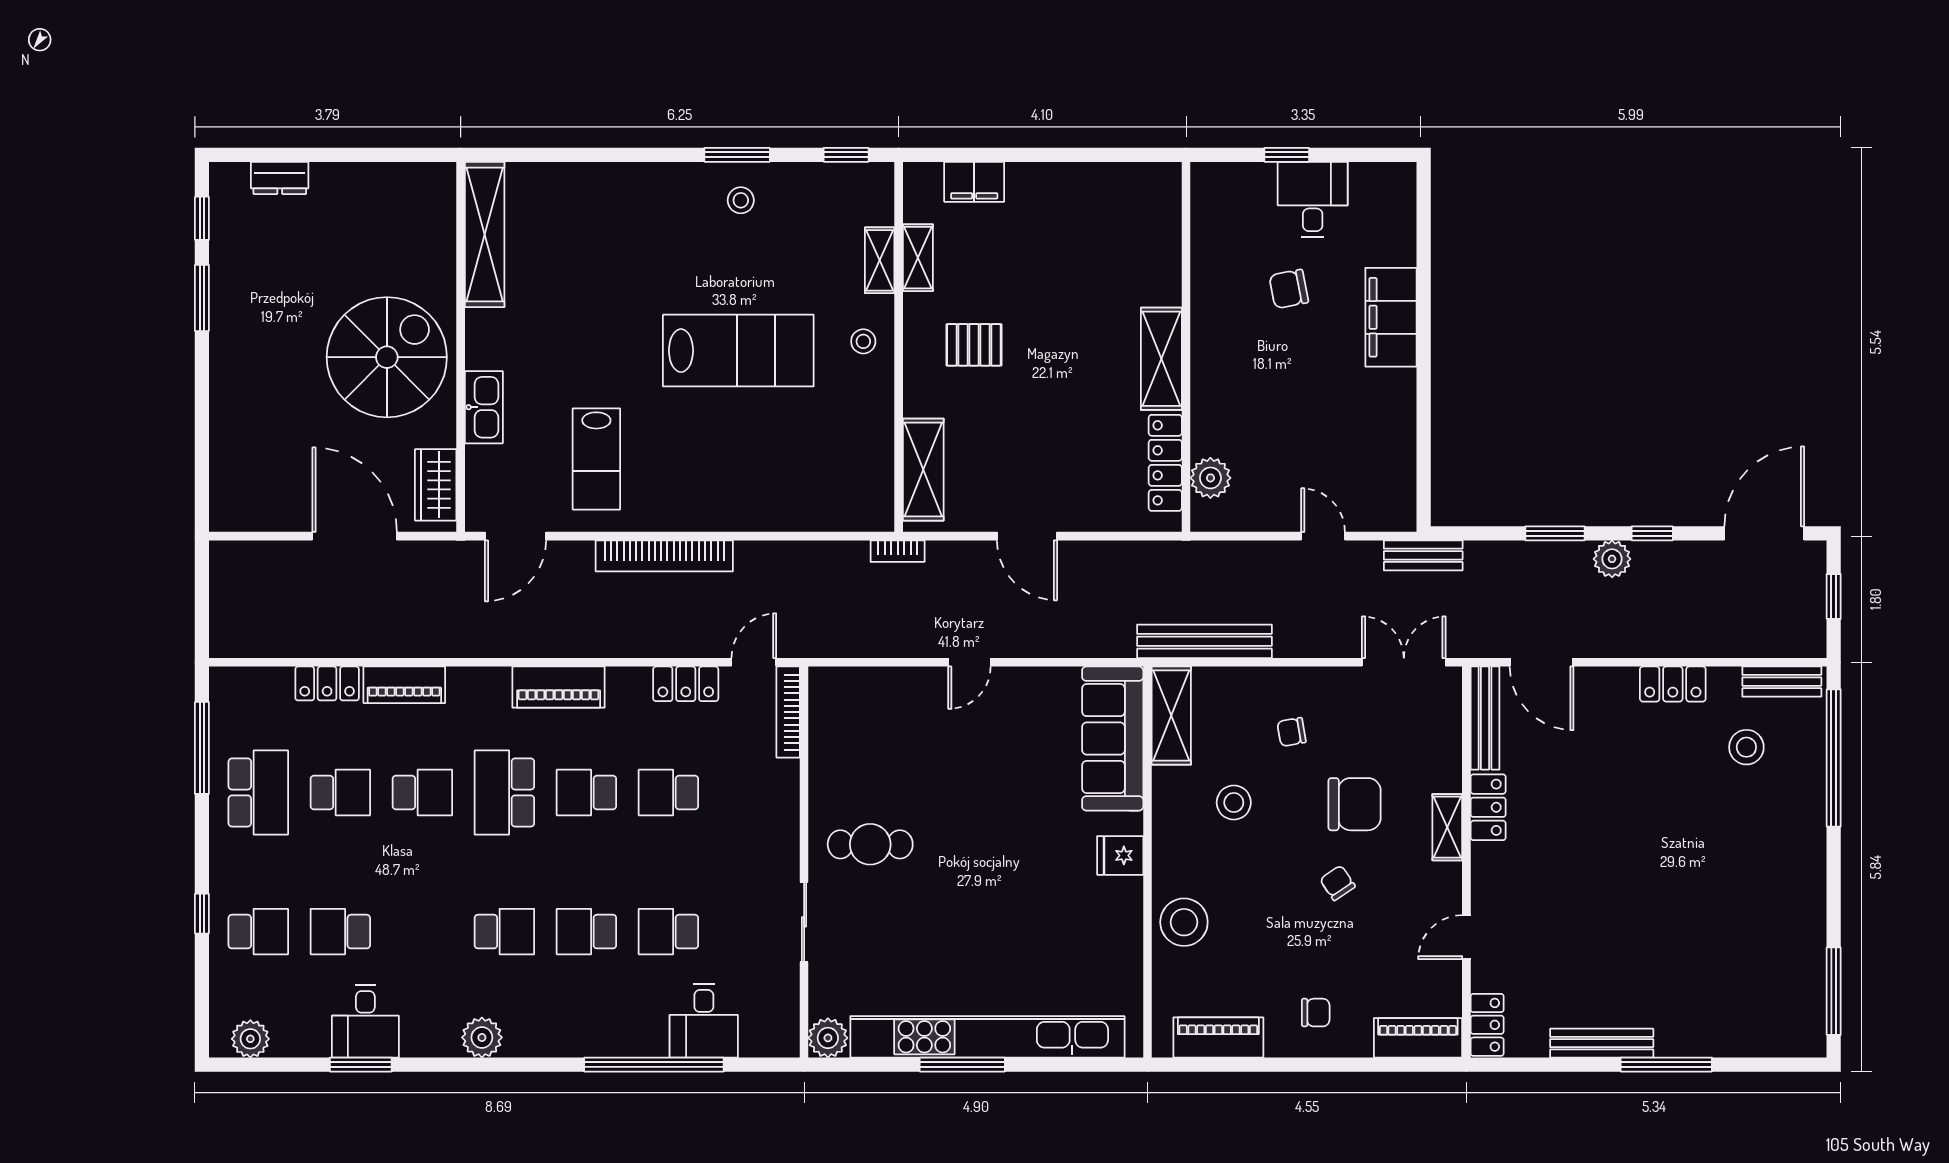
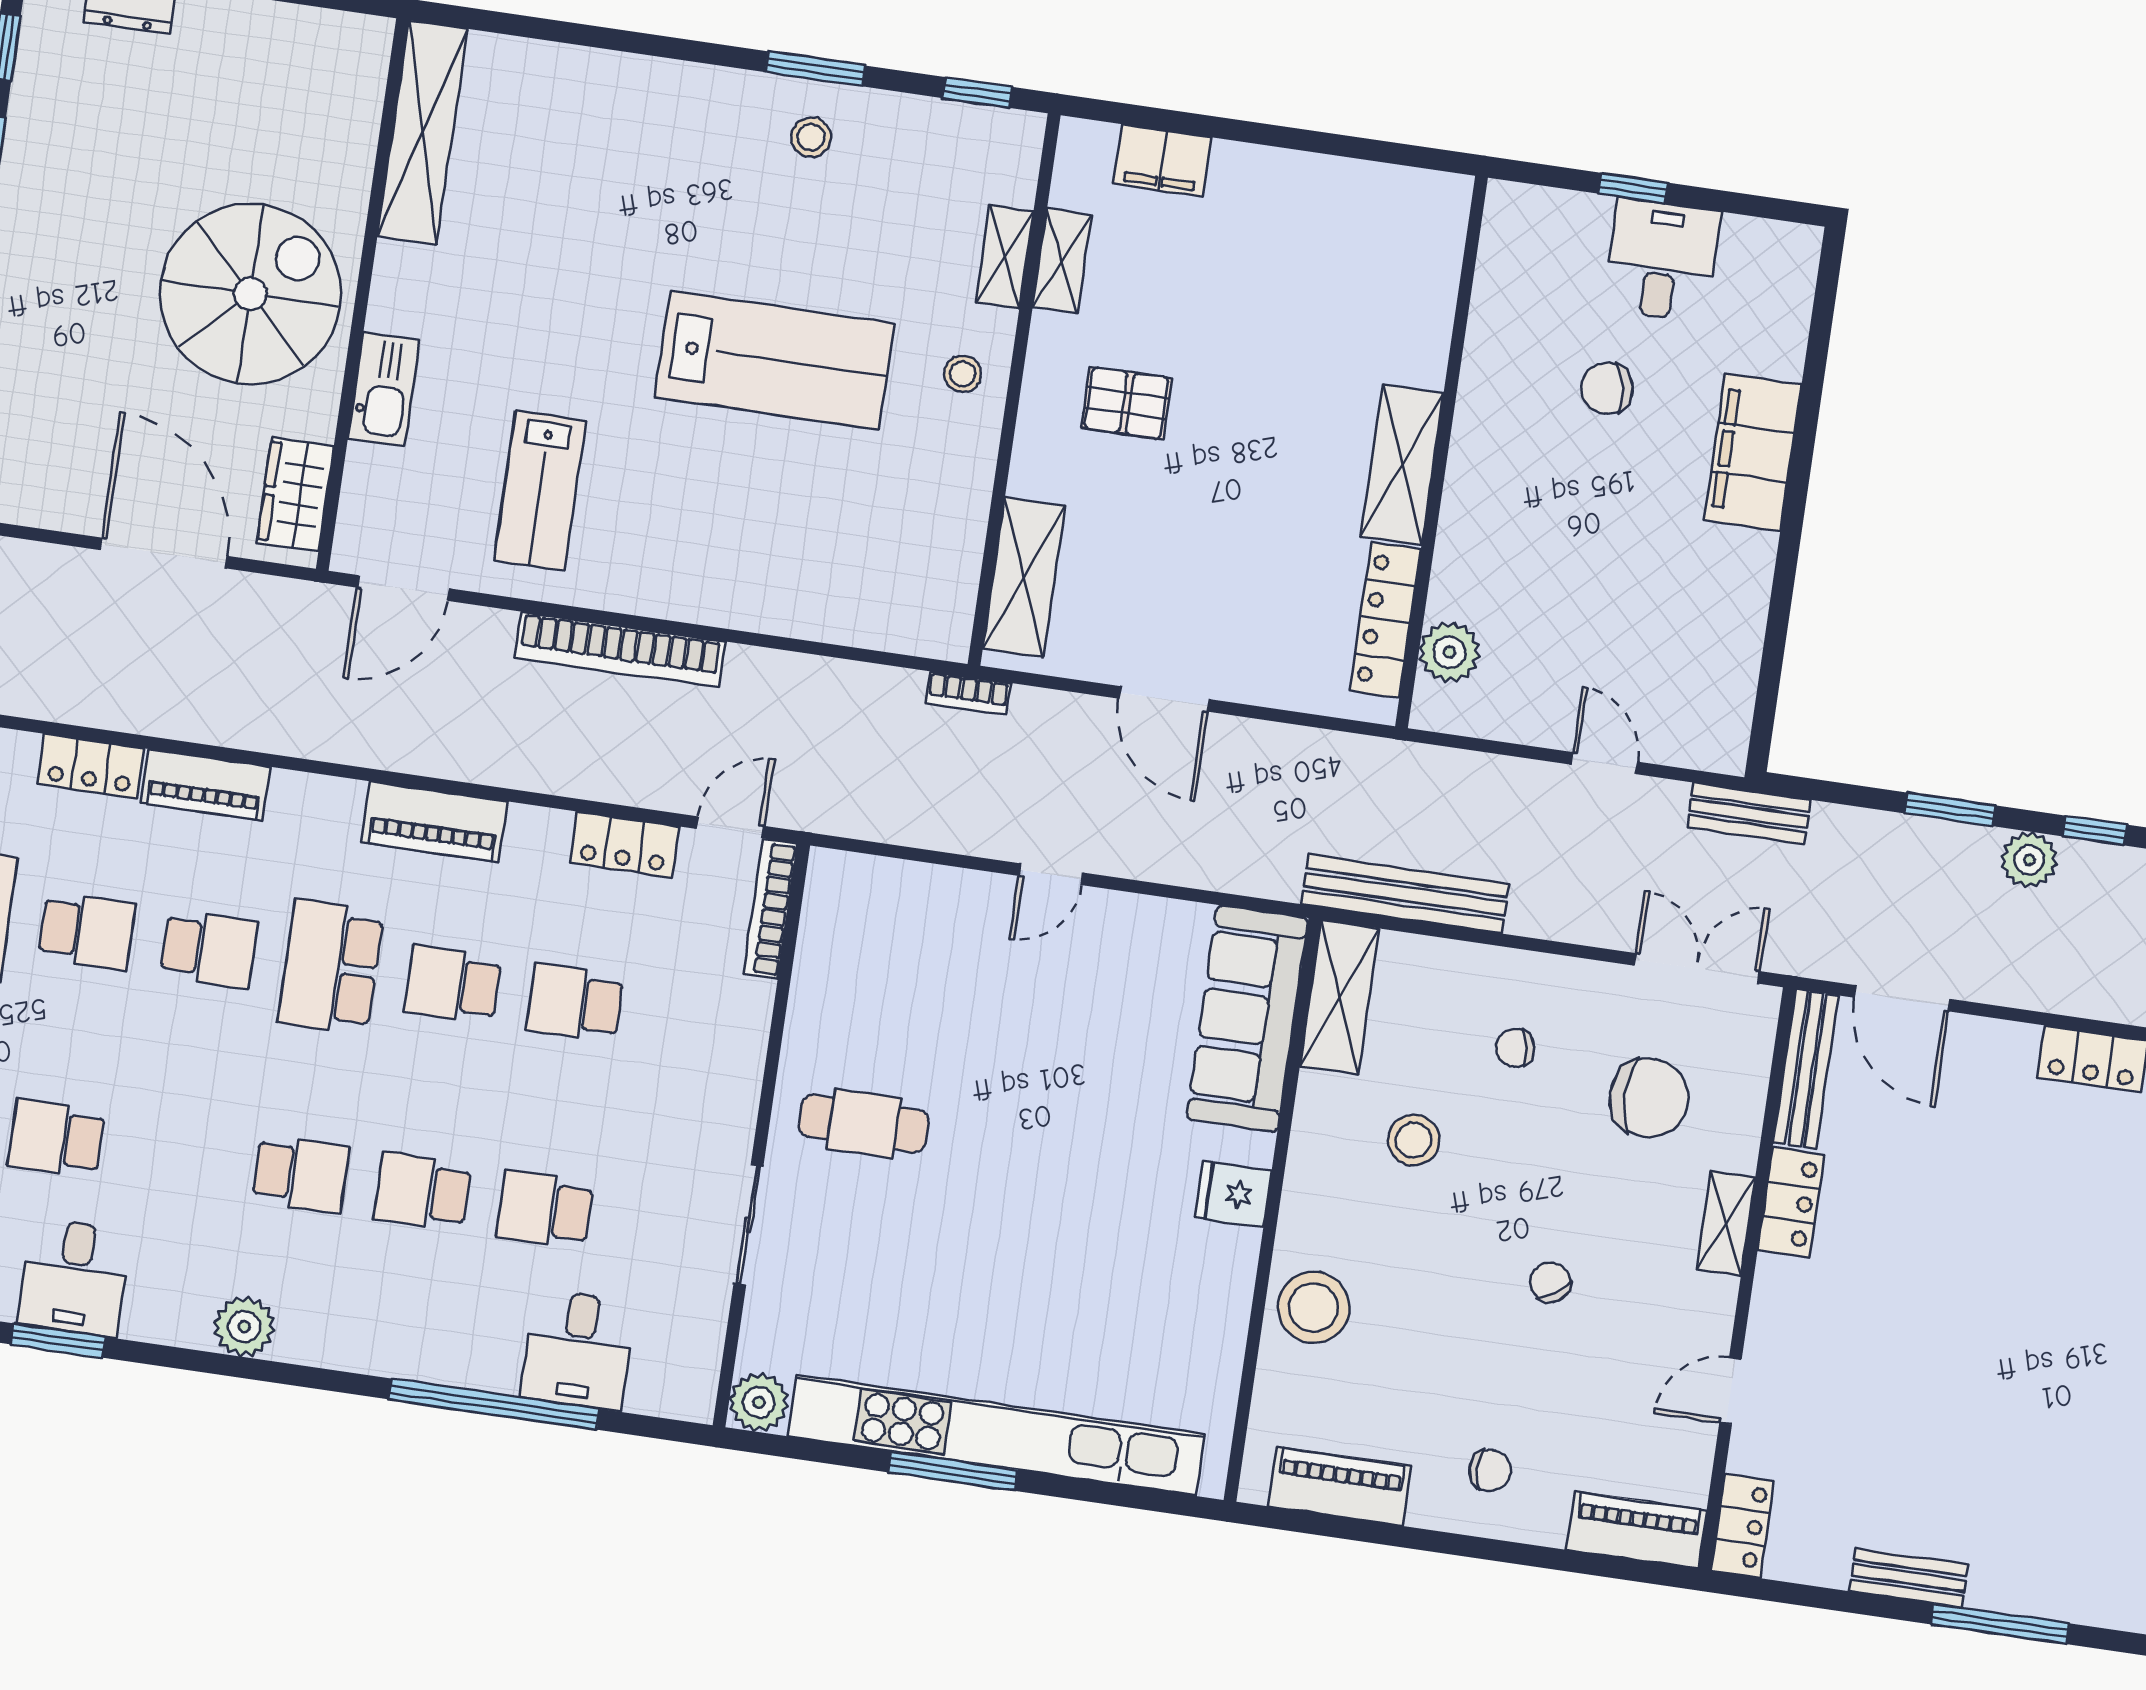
chair: (1355, 804) -> (1649, 1098), moved
bench: (1602, 1043) -> (1909, 1578), width x0.73

